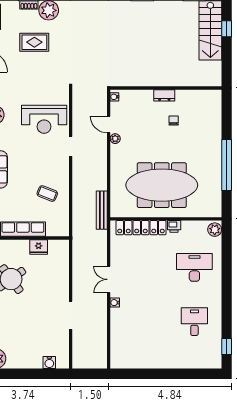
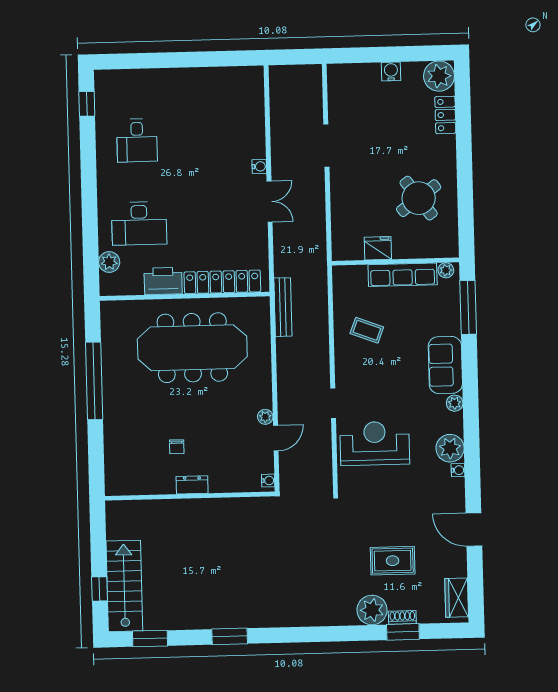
door: (109, 125) -> (276, 438), hinge flipped
printer: (174, 226) -> (163, 281), width x1.87, depth x1.48
plant: (215, 230) -> (109, 262), moved
water cooler: (49, 363) -> (391, 71), moved

